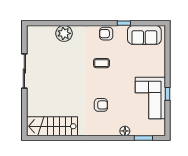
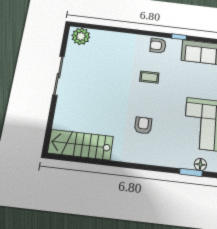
plant: (64, 33) -> (81, 36), moved
armchair: (101, 105) -> (143, 125), turned -90
floor lamp: (125, 131) -> (200, 164), moved

